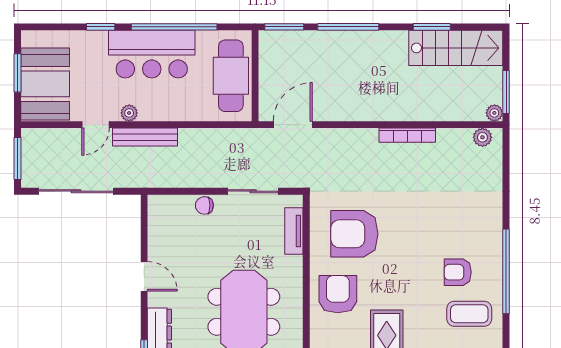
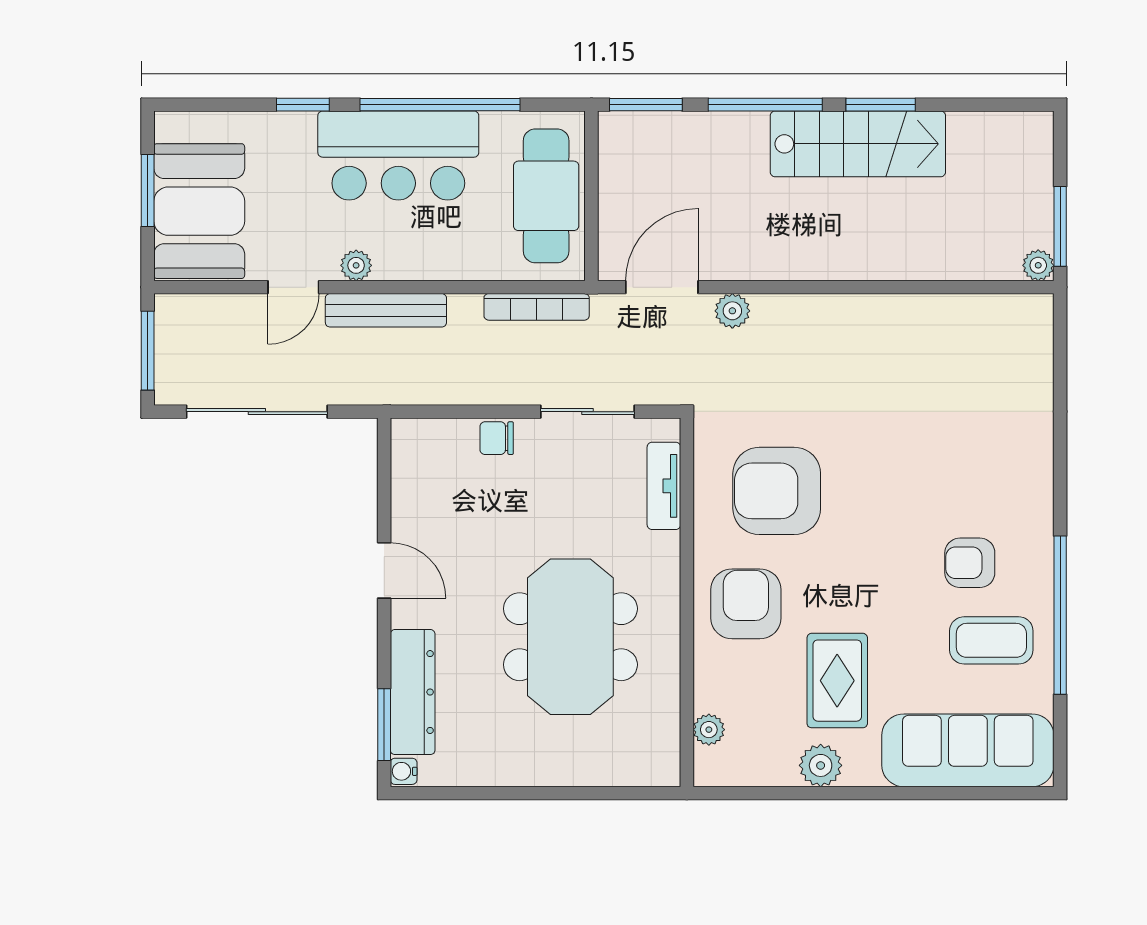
window: (432, 27) -> (881, 105), moved
stairs: (456, 48) -> (858, 144), moved
bookcase: (407, 135) -> (537, 307), moved
plant: (482, 137) -> (732, 311), moved
window: (506, 271) -> (1060, 615), moved

